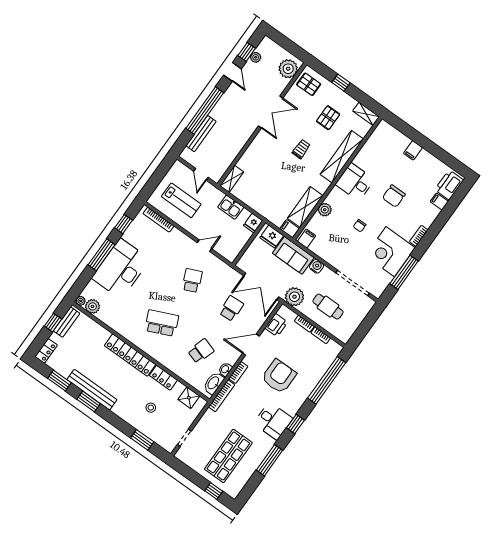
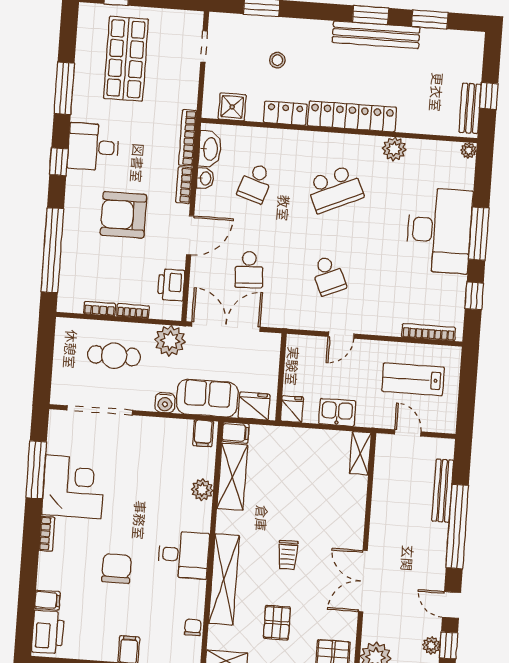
chair: (360, 226) -> (193, 627), moved
plant: (92, 306) -> (394, 149), moved
locker: (46, 351) -> (474, 50), removed
armchair: (279, 376) -> (123, 215), turned 90

